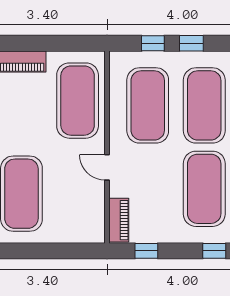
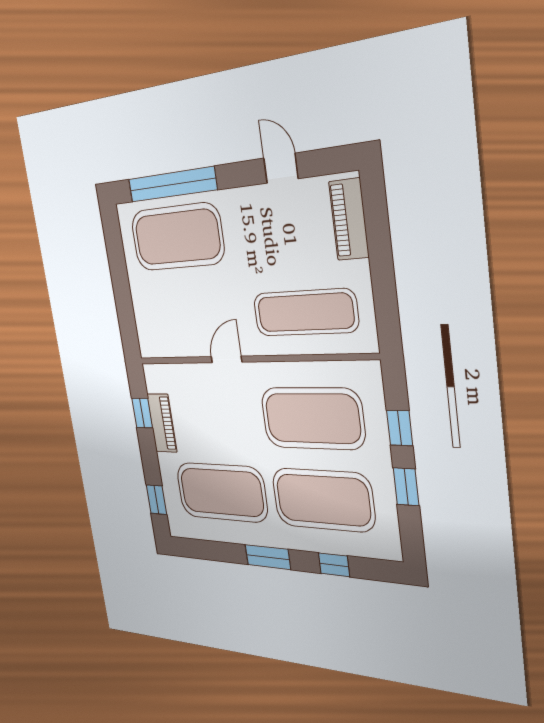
exercise mat: (78, 101) -> (305, 313), width x0.68
piano: (119, 220) -> (162, 423), moved, turned -90

